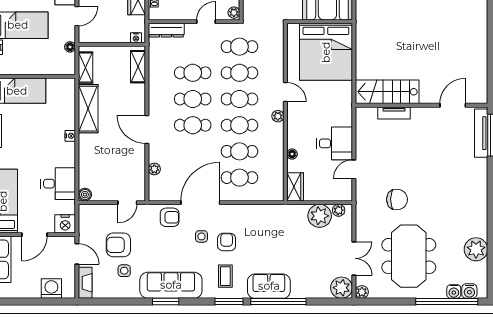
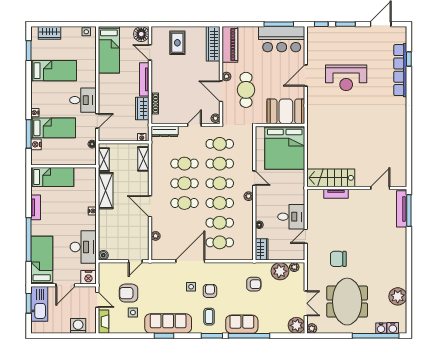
desk: (58, 184) -> (83, 247), width x1.37
chair: (397, 199) -> (338, 259), turned 180
armchair: (170, 217) -> (254, 284), moved

